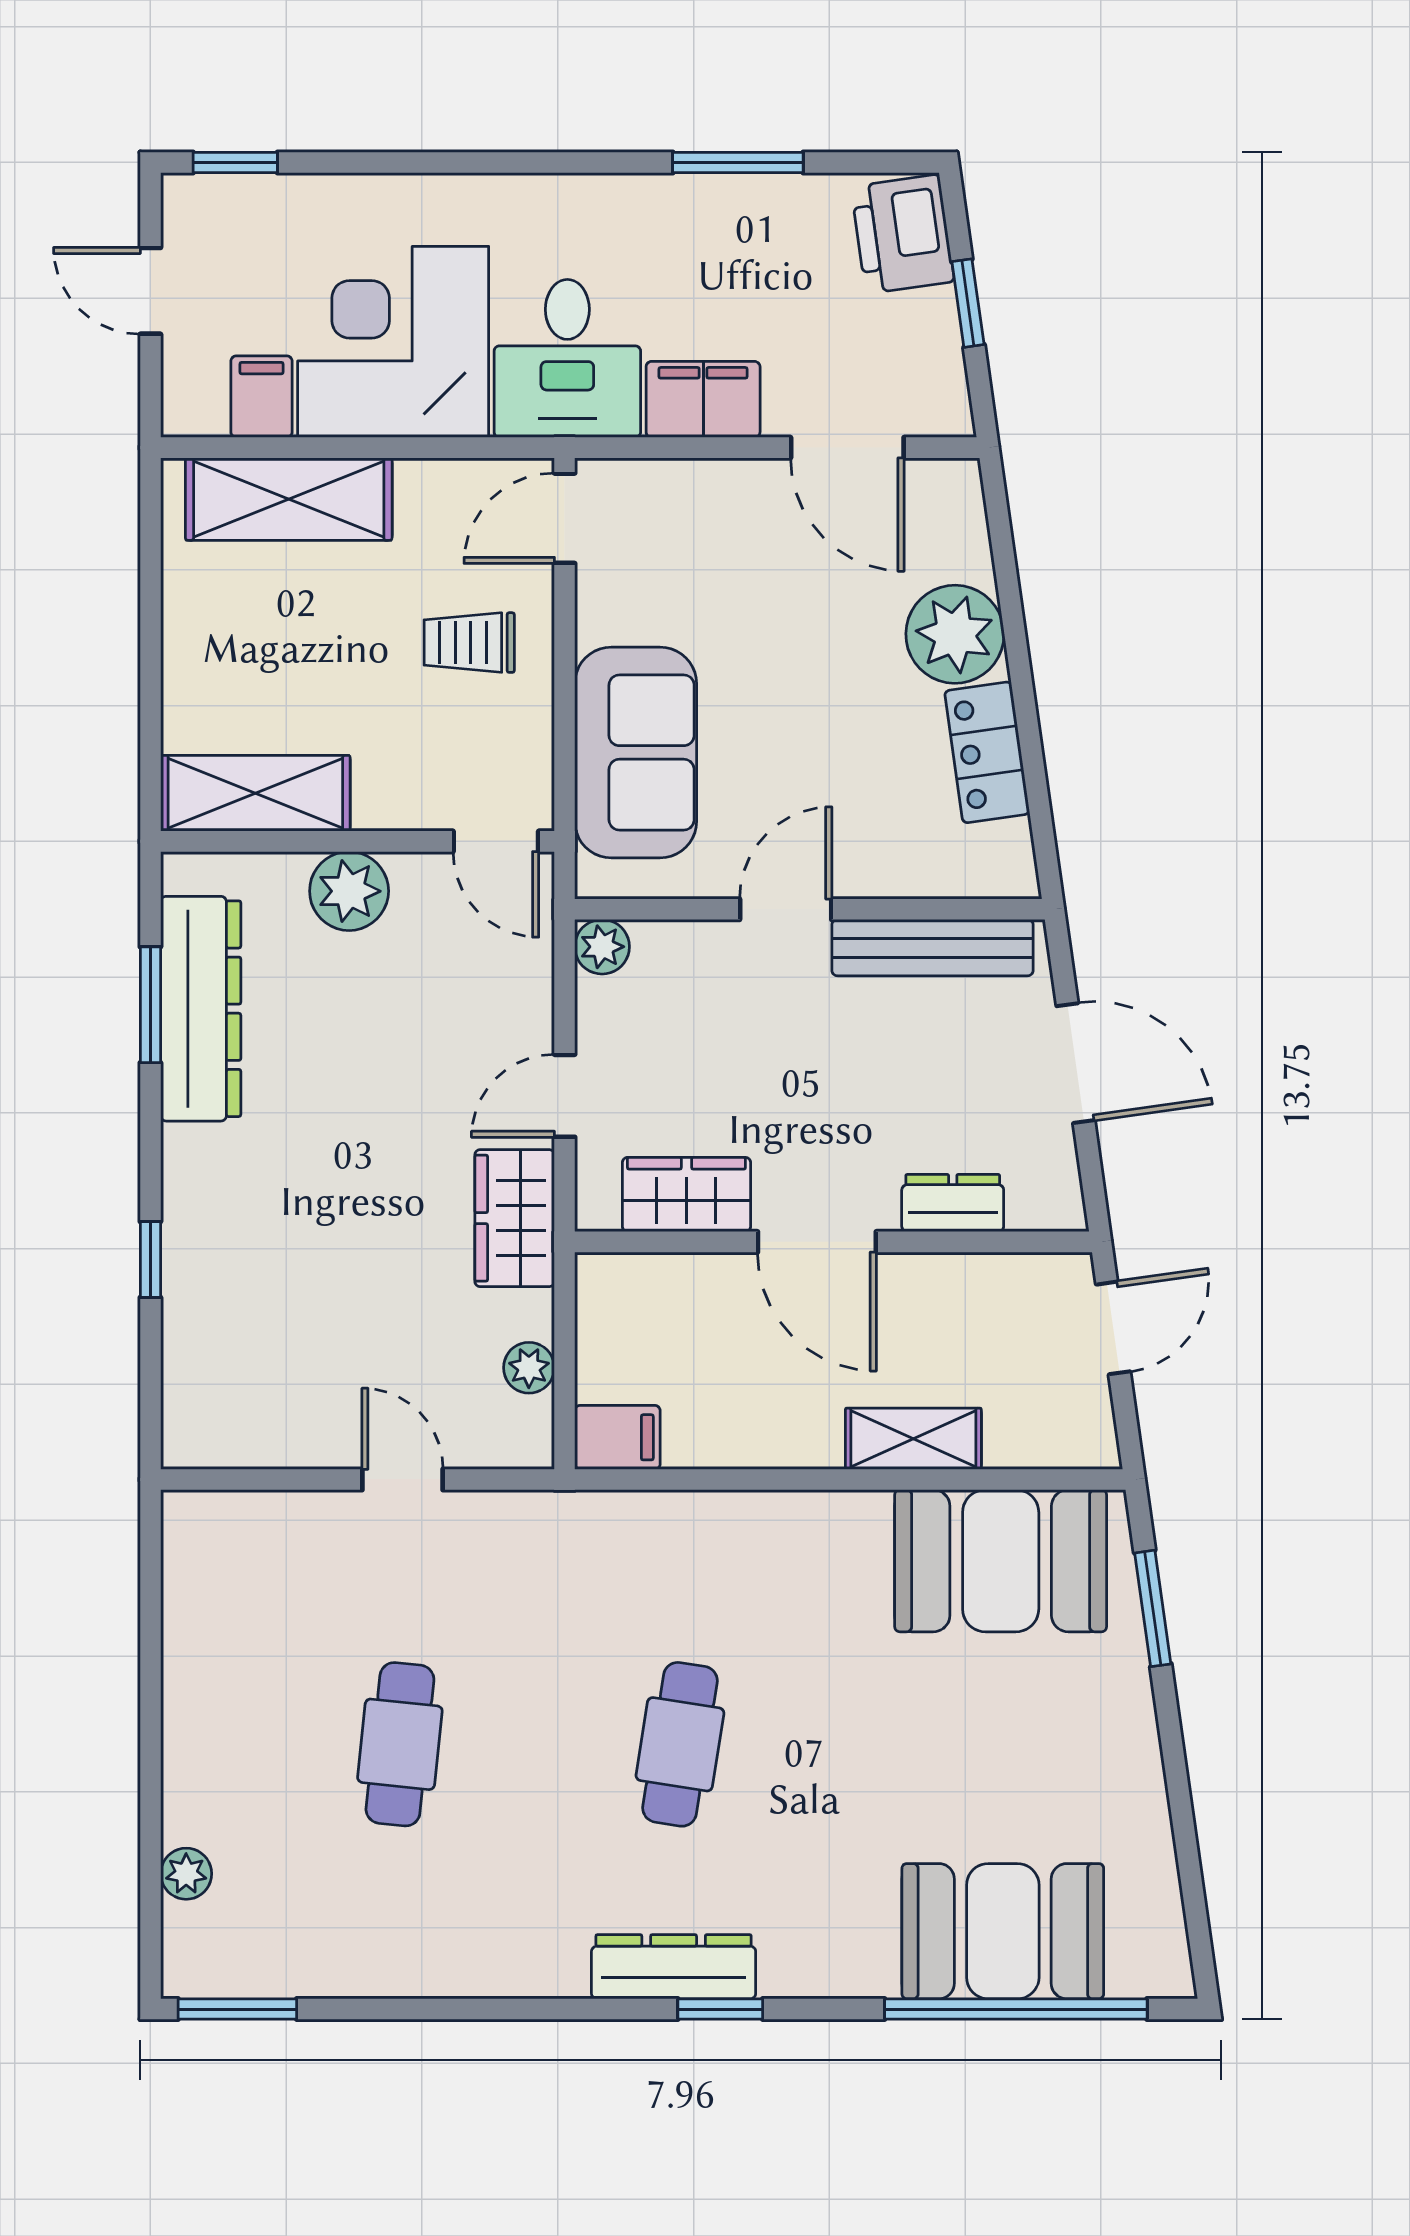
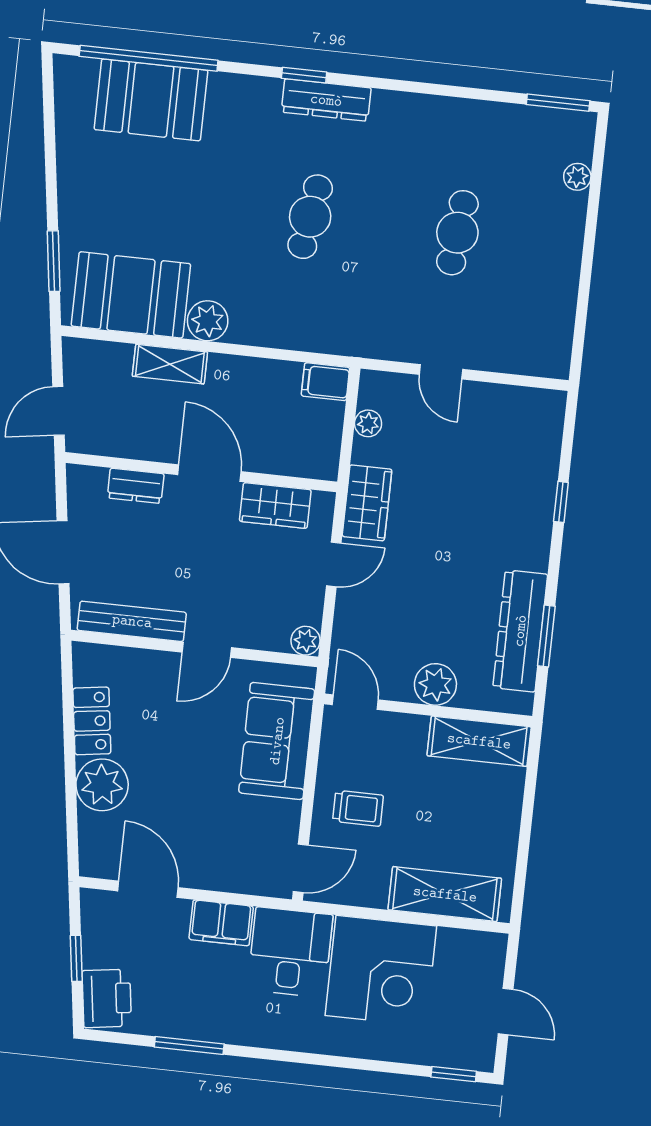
filing cabinet: (262, 397) -> (453, 949), removed
plant: (851, 1528) -> (208, 321), added

